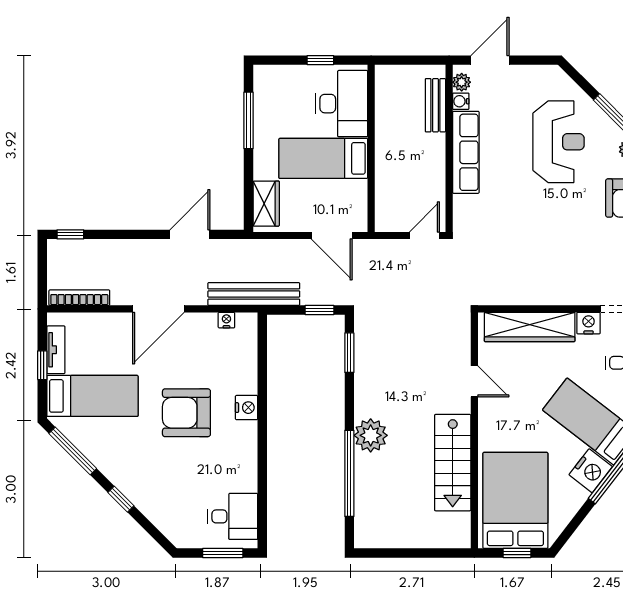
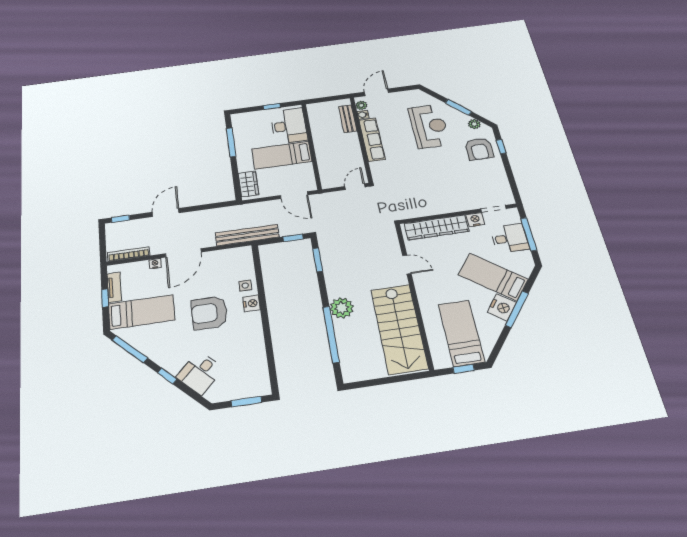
door: (190, 234) -> (166, 213), moved
nightstand: (226, 320) -> (155, 264), moved
side table: (241, 378) -> (245, 285), added
stairs: (453, 463) -> (399, 329), width x1.36, depth x1.51
bed: (515, 500) -> (461, 333), width x0.67
desk: (233, 516) -> (200, 373), moved, turned 135

